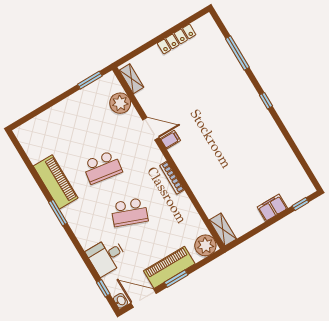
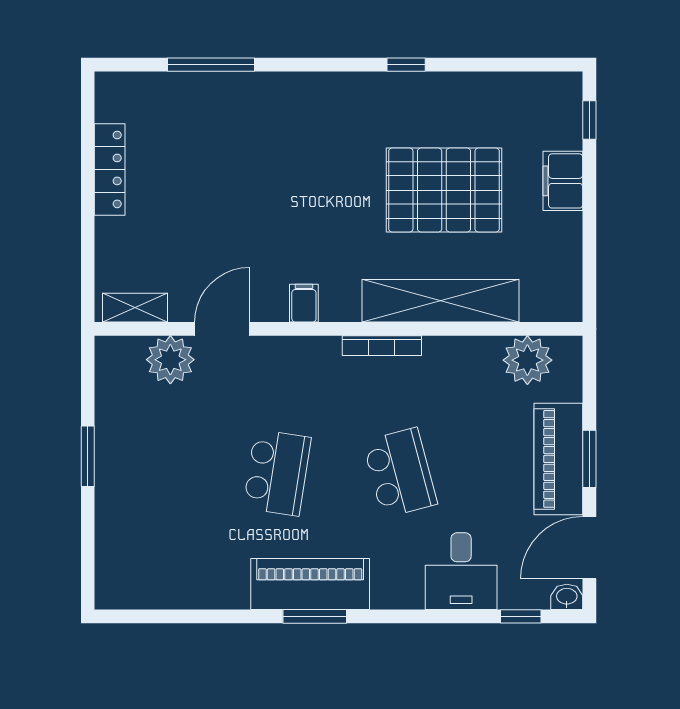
window: (90, 80) -> (88, 456), moved
window: (266, 101) -> (406, 65), moved
door: (151, 129) -> (222, 329), moved
pallet: (243, 166) -> (444, 190), added
piano: (56, 182) -> (310, 584), moved
school desk: (129, 212) -> (400, 473), turned -36
shelving: (223, 229) -> (441, 301), moved, width x2.20, depth x1.33
plant: (205, 245) -> (527, 360), moved

